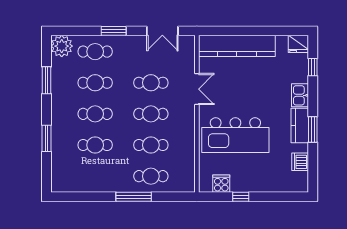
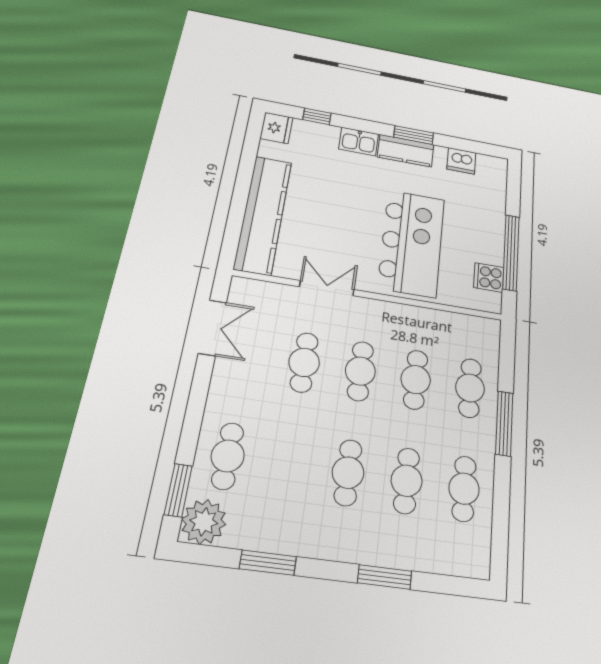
window: (114, 31) -> (178, 490), moved
cafe table: (95, 83) -> (464, 489), moved
window: (241, 197) -> (511, 252), width x3.17

